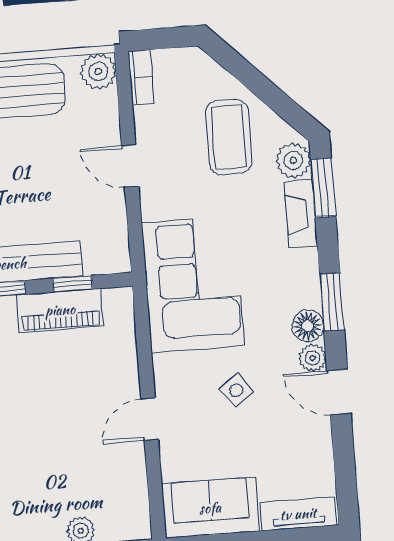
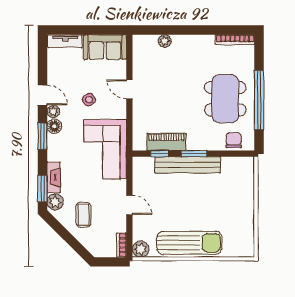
coffee table: (229, 137) -> (84, 215), width x0.73, depth x0.77
door: (150, 419) -> (129, 89), swing flipped

